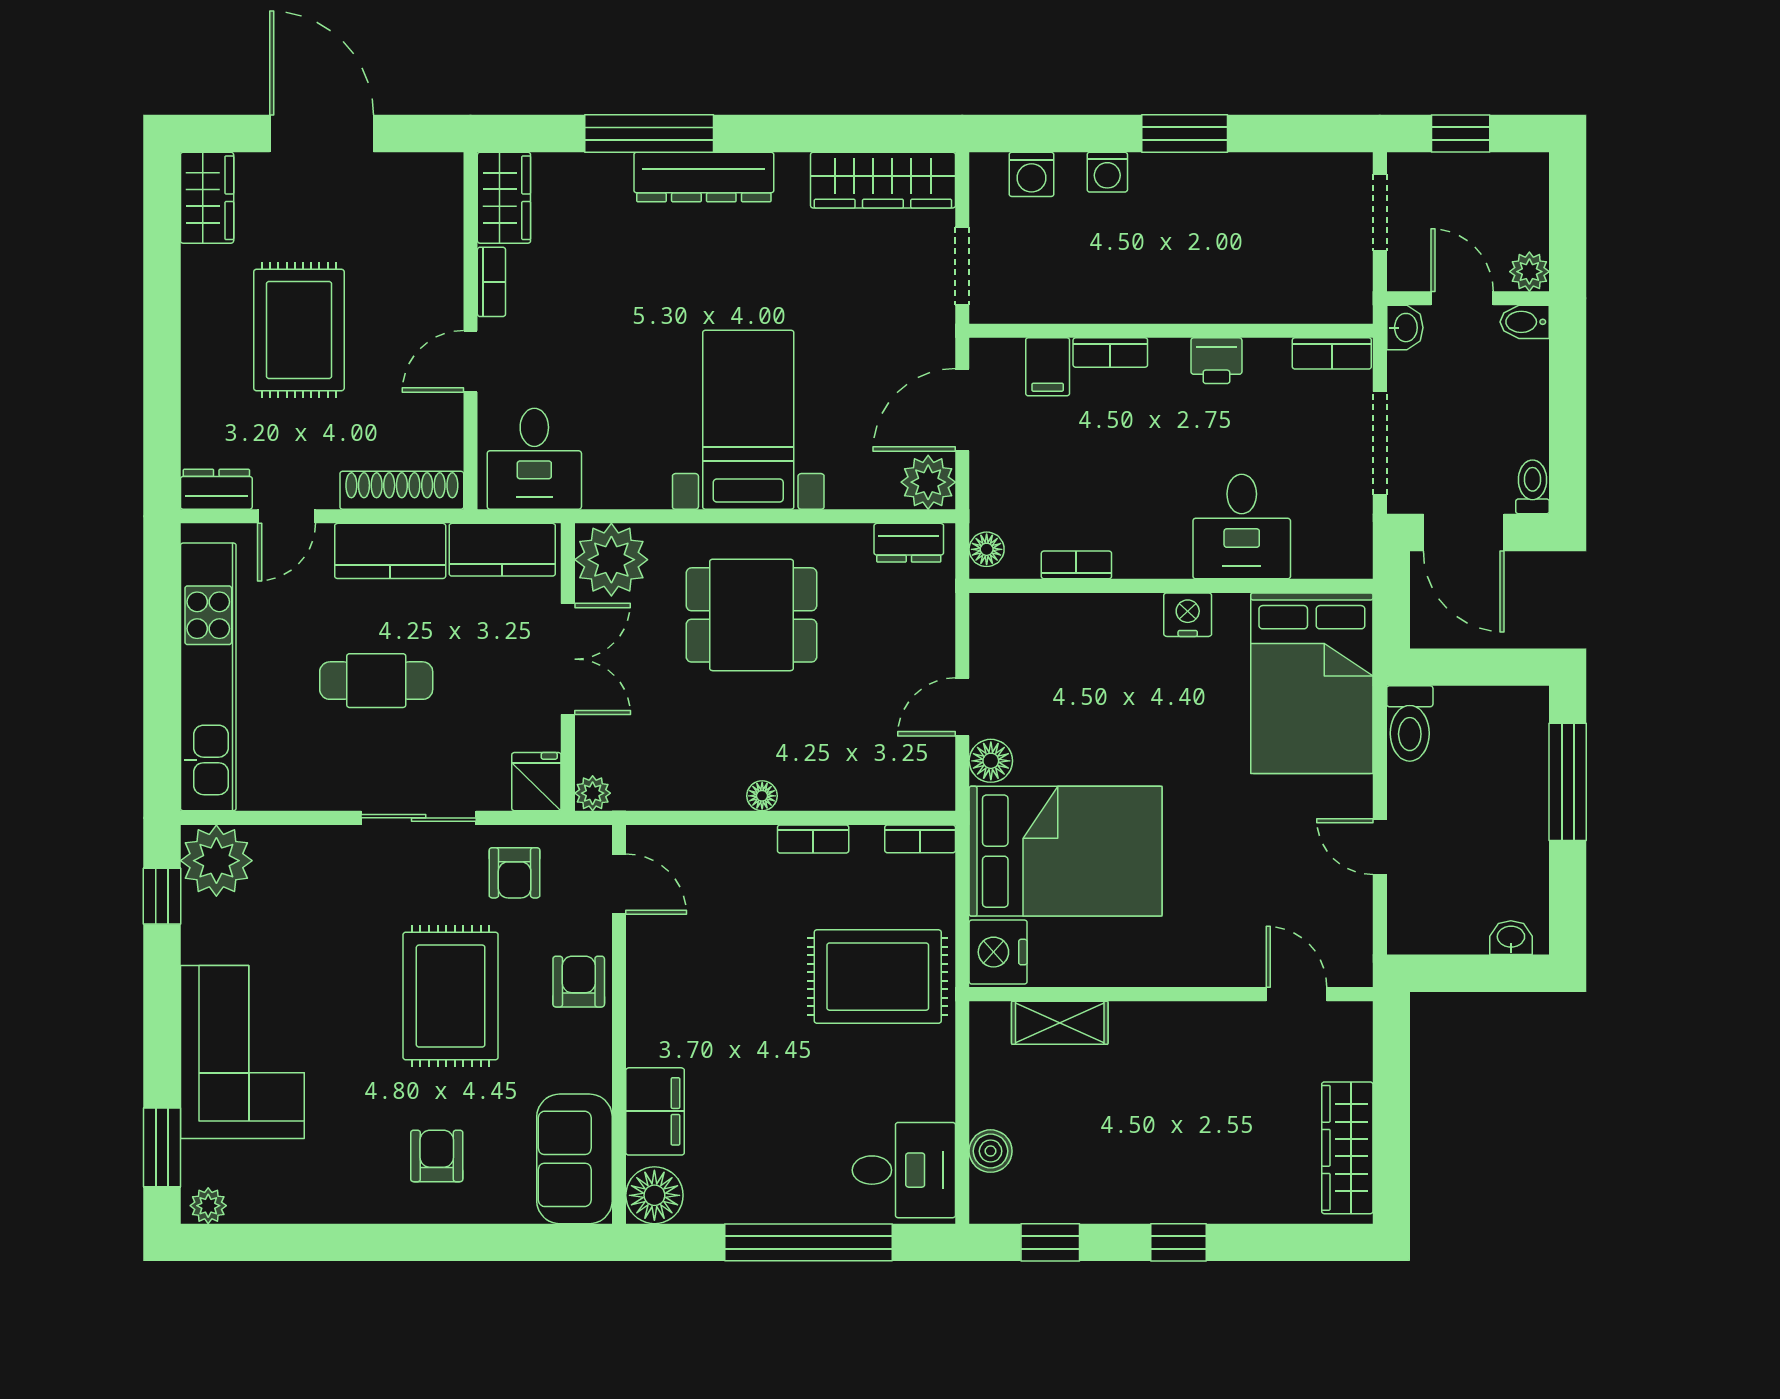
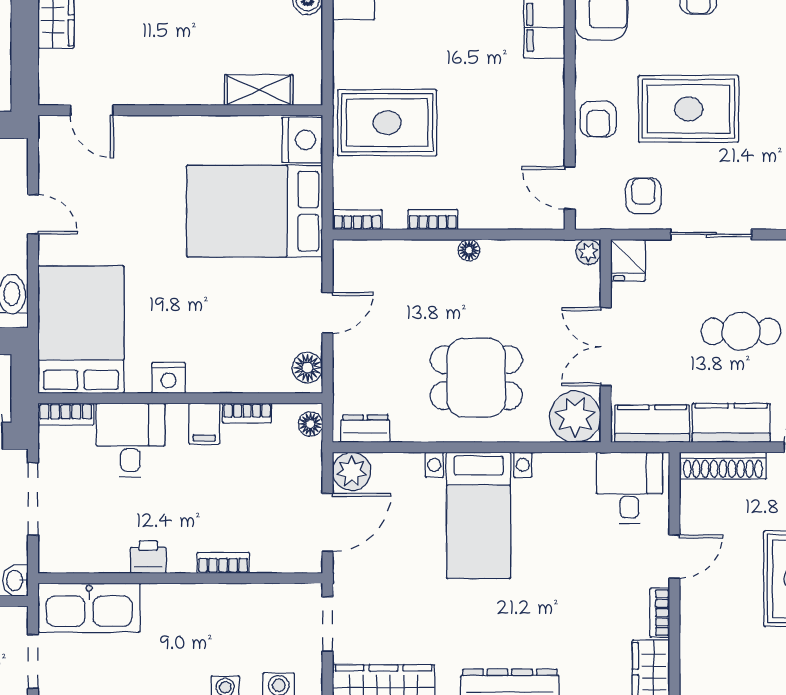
kitchen sink: (1300, 289) -> (89, 608), added
bookcase: (1332, 353) -> (66, 414), moved, turned 180
filing cabinet: (1048, 367) -> (204, 424), moved, turned 180
floor lamp: (991, 761) -> (307, 368), moved
rug: (451, 996) -> (689, 109), turned 90

